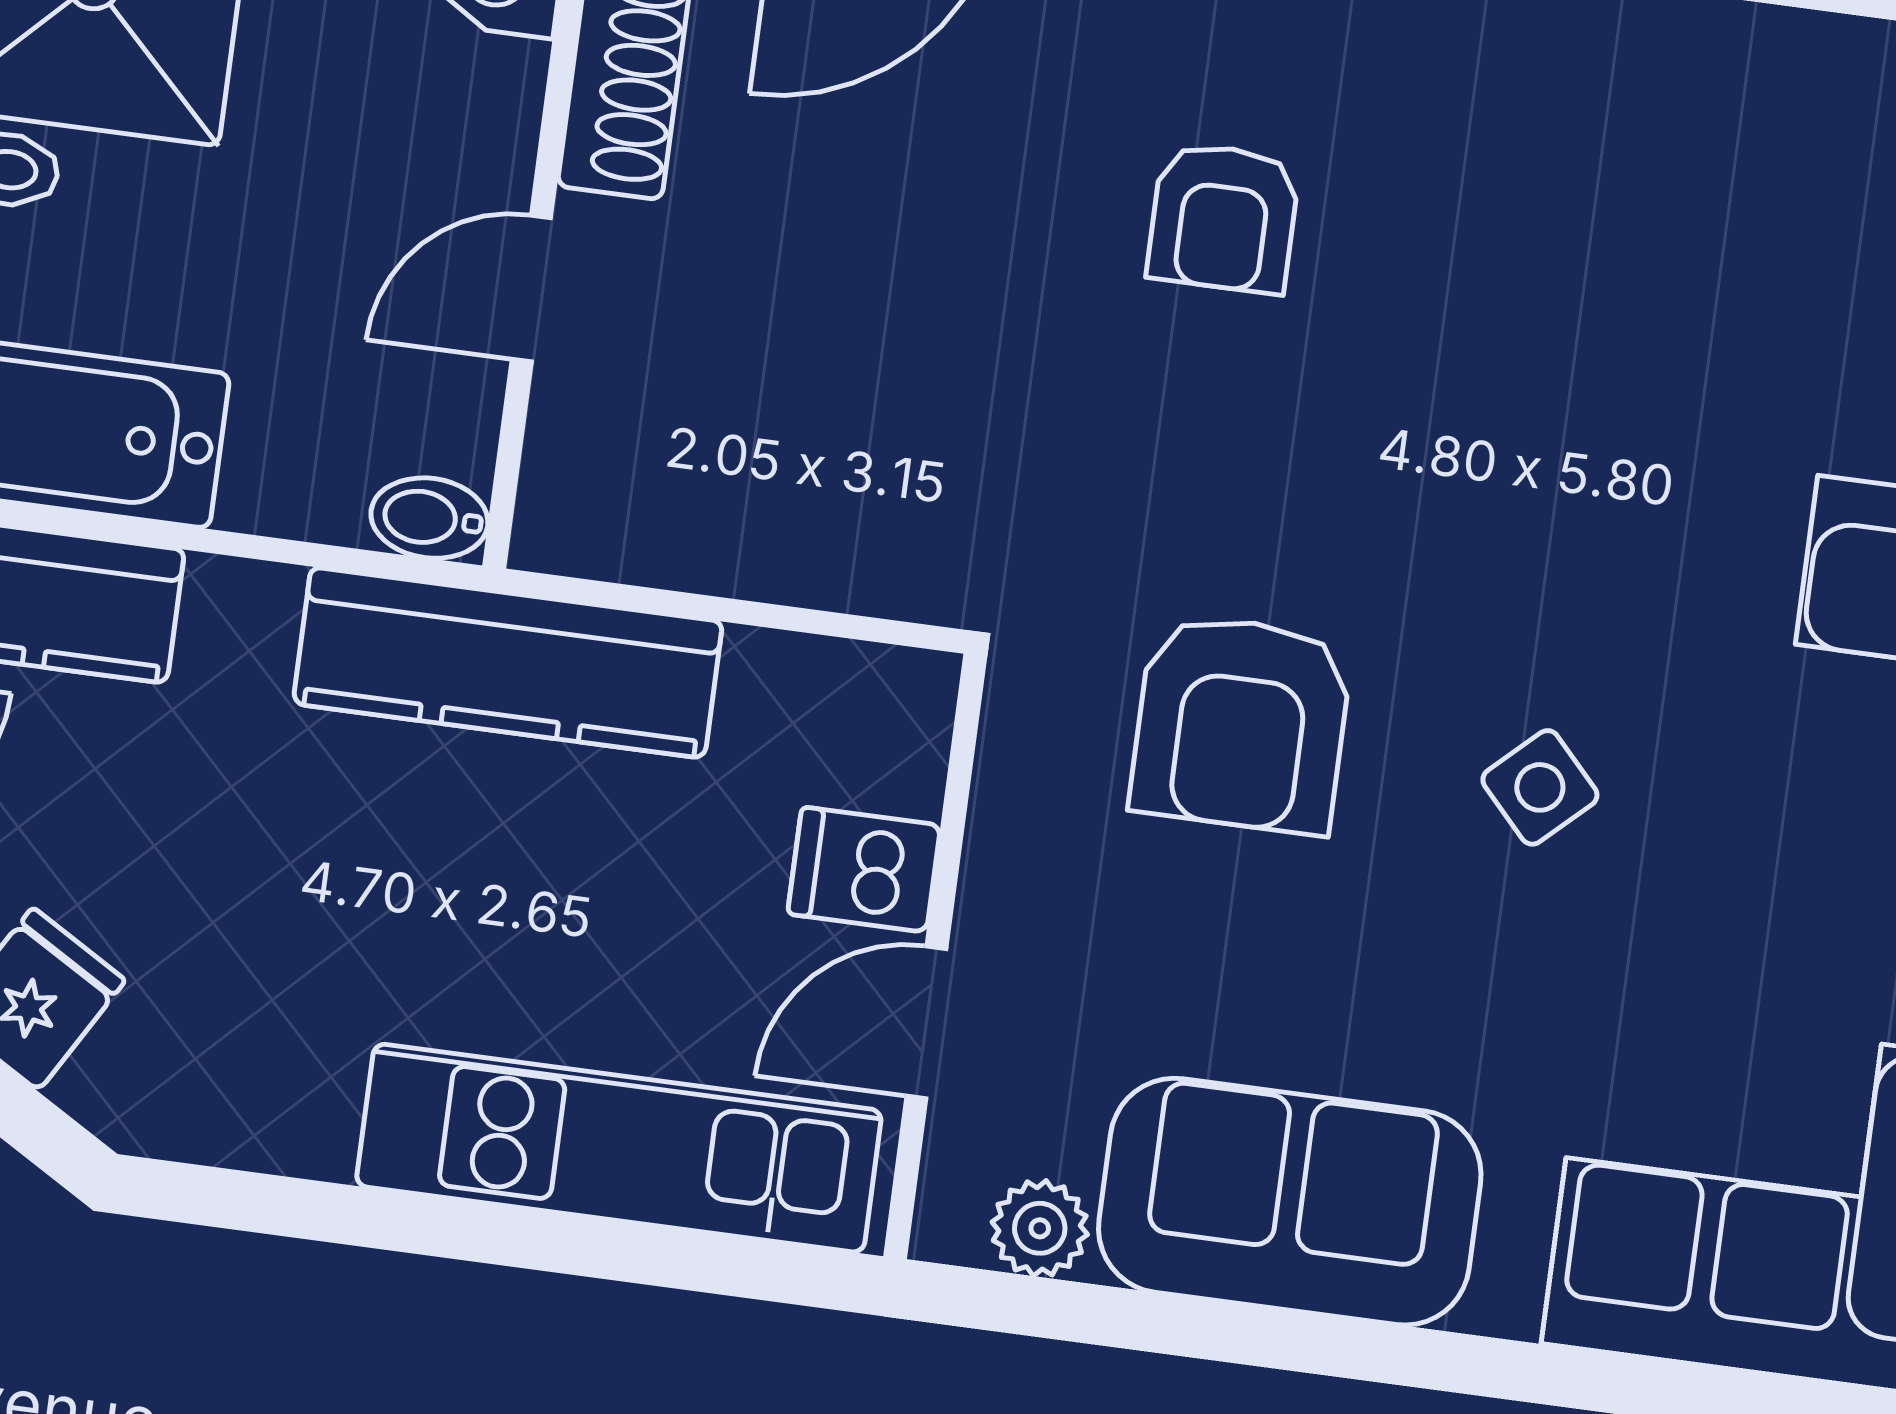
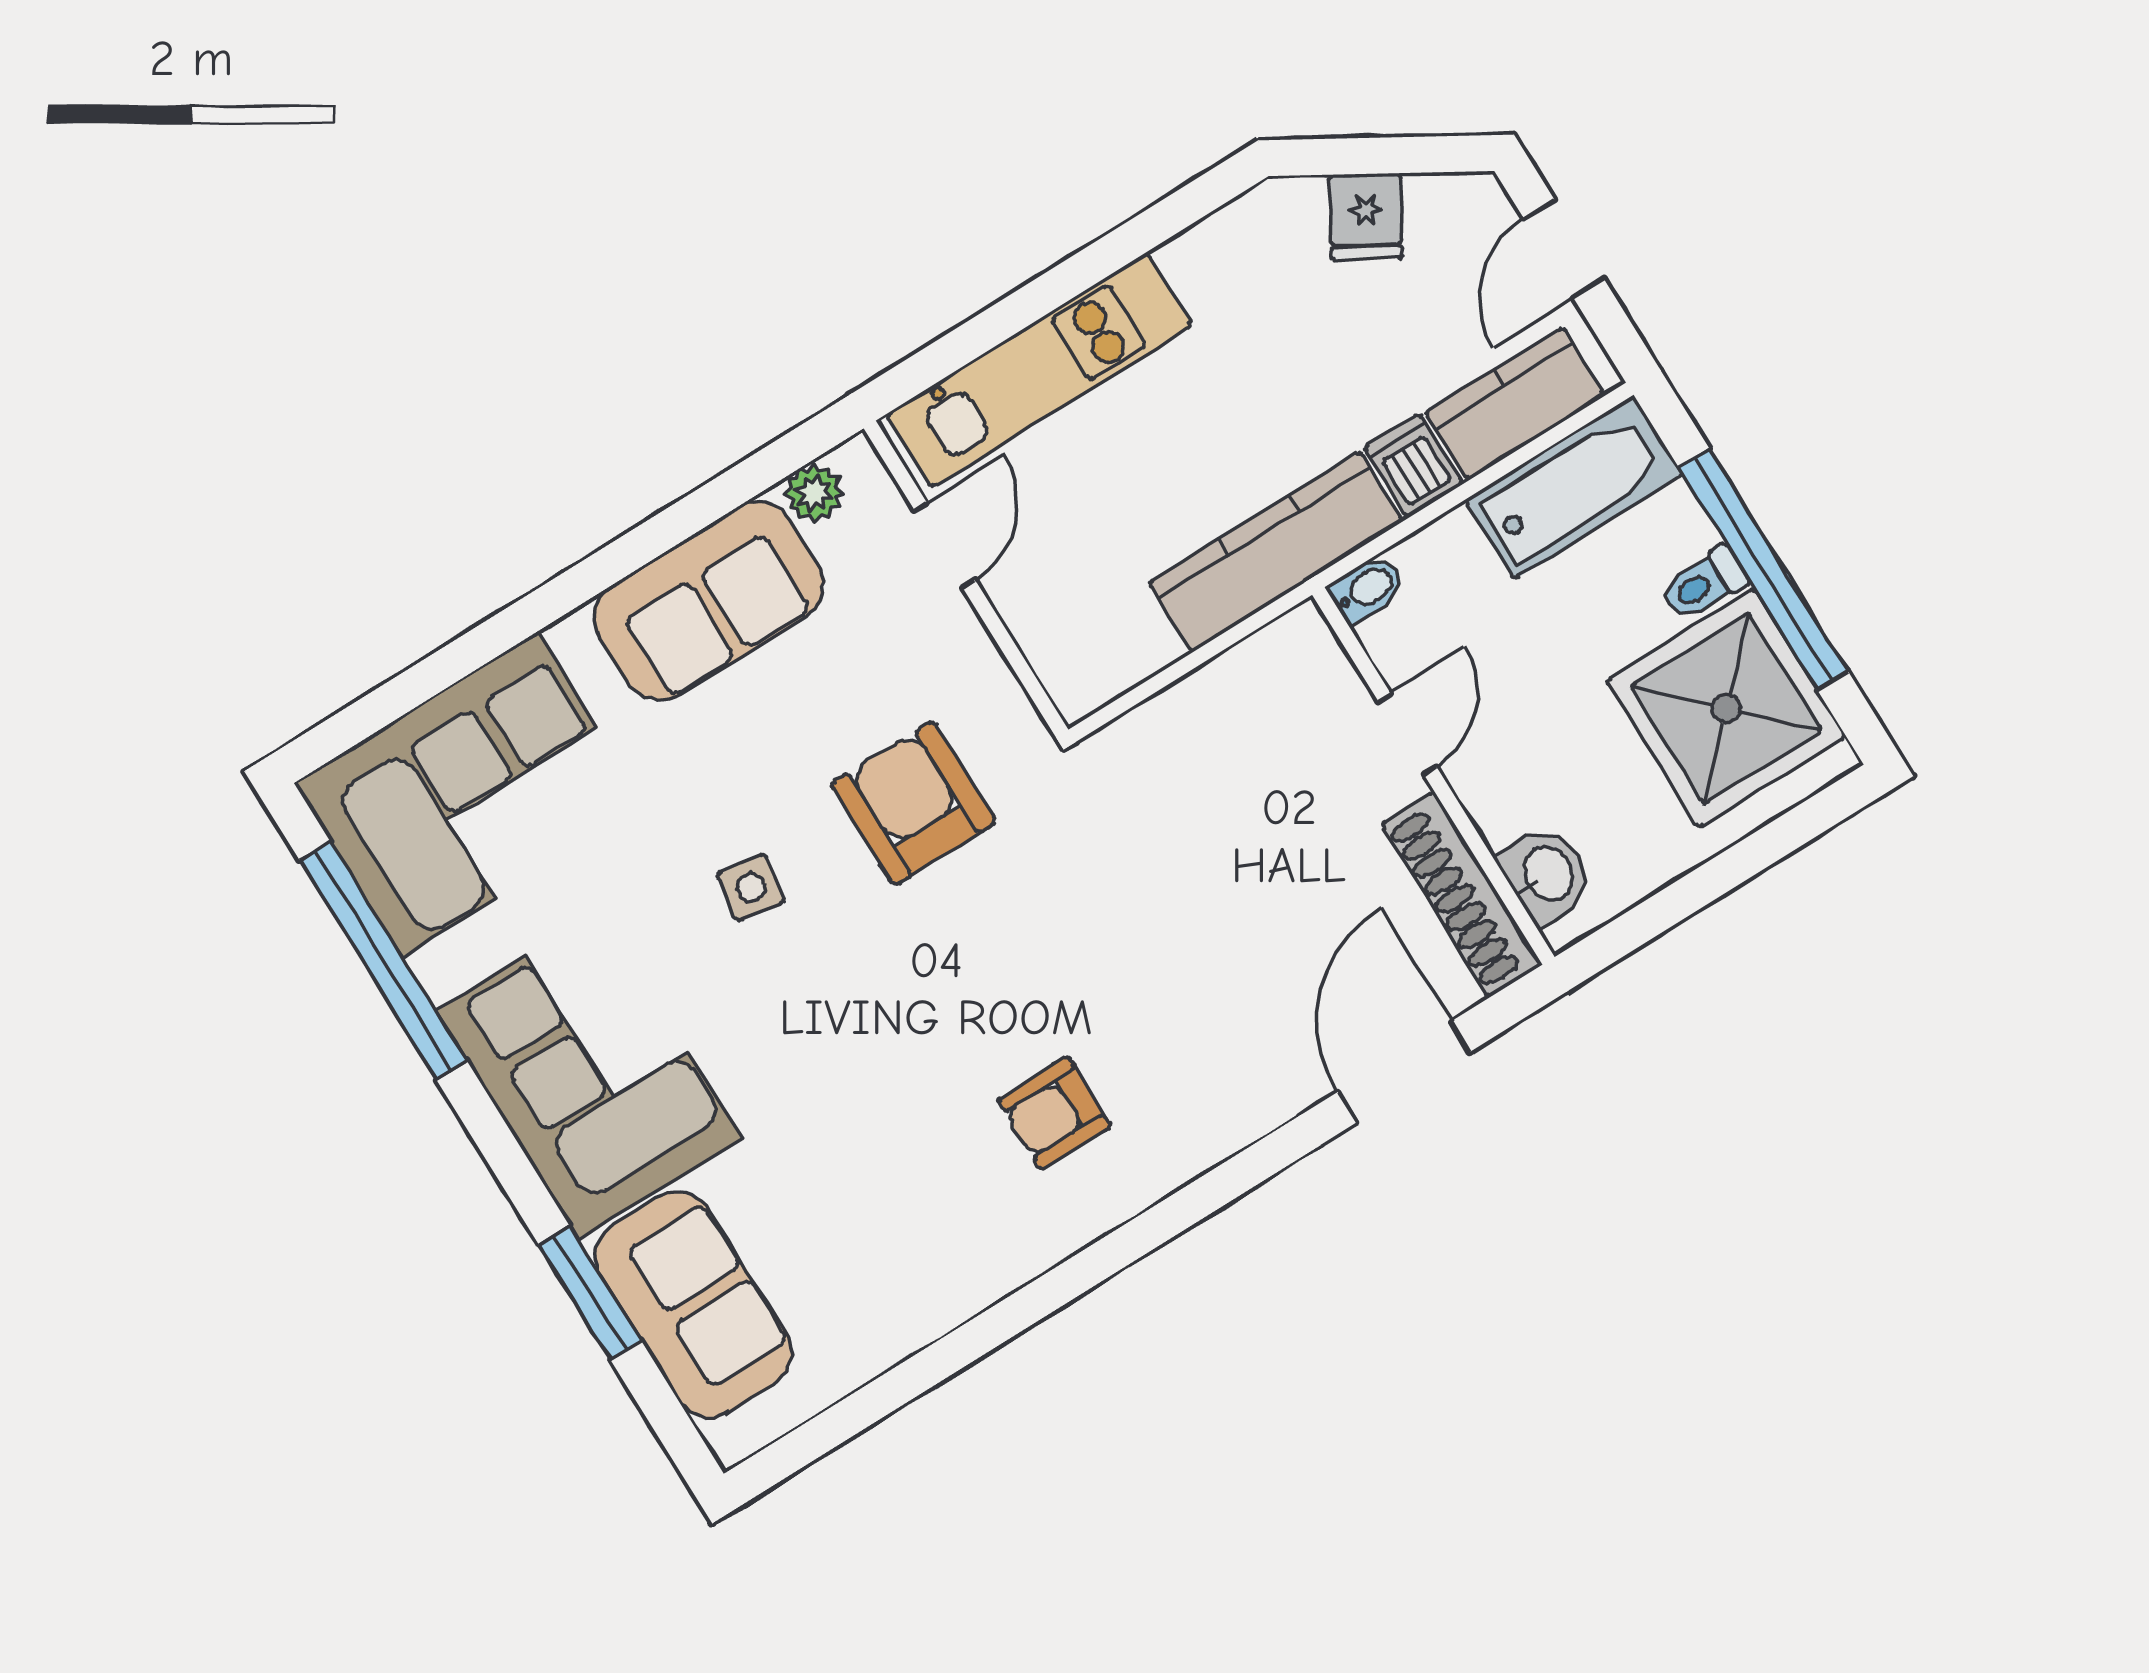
armchair: (1223, 218) -> (1054, 1113), moved, turned -90
side table: (1540, 787) -> (751, 888), turned -38
dishwasher: (864, 870) -> (1413, 466), moved, turned -90

